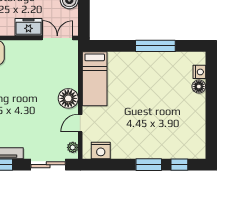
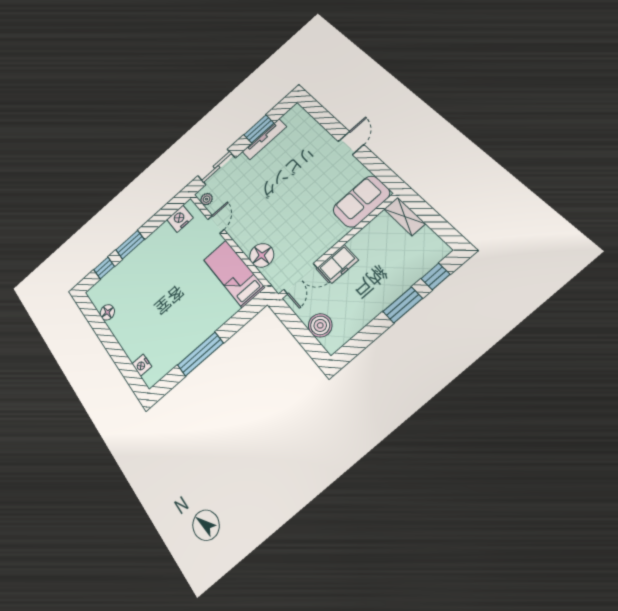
floor lamp: (199, 87) -> (107, 312), moved
floor lamp: (68, 98) -> (262, 255), moved

